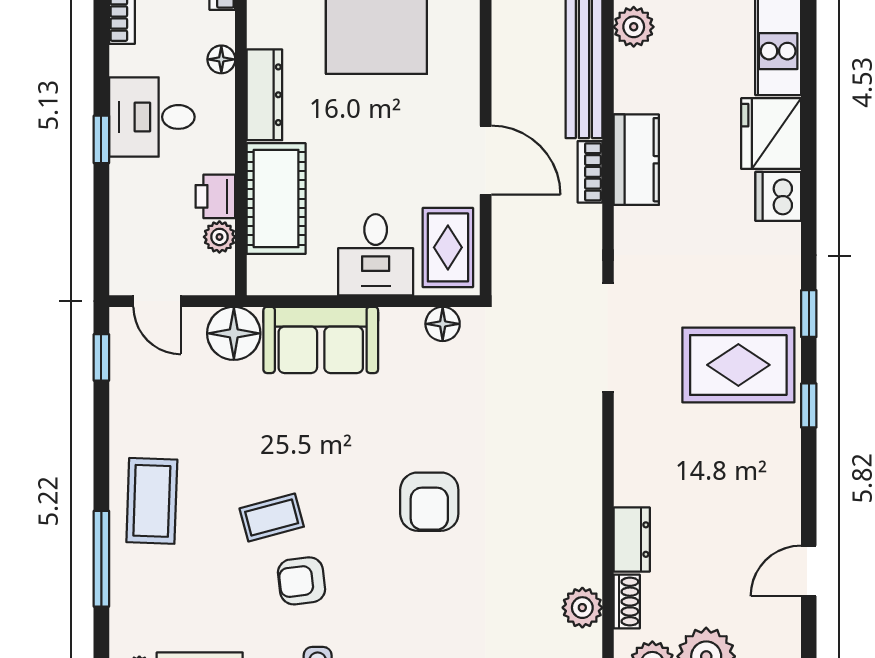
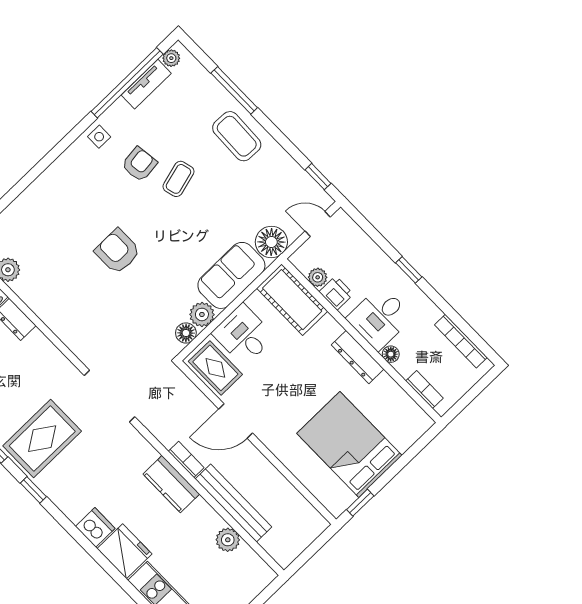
desk: (152, 117) -> (380, 318), moved, turned 180
cot: (276, 199) -> (292, 300), moved
plant: (402, 327) -> (202, 314), added

